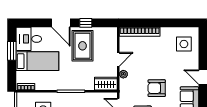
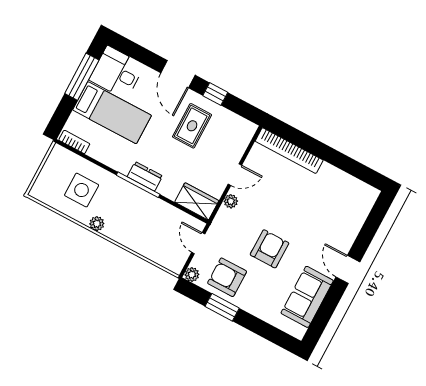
side table: (184, 44) -> (346, 204), removed
rug: (82, 46) -> (192, 126), width x0.73, depth x0.70
window: (12, 51) -> (82, 77), width x1.44
dresser: (72, 85) -> (145, 176), added
armchair: (157, 88) -> (270, 249), turned 90

